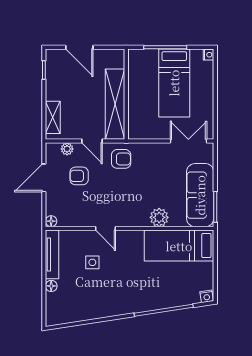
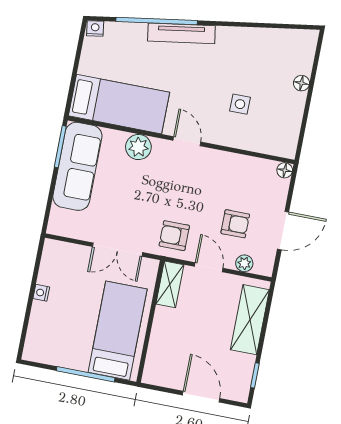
nightstand: (208, 55) -> (41, 293), moved
bed: (174, 83) -> (118, 331), moved
shelving: (115, 104) -> (170, 284), width x0.45, depth x0.75
shelving: (53, 117) -> (250, 320), width x1.50, depth x1.33
double door: (188, 141) -> (118, 250), moved
door: (106, 228) -> (187, 141), moved
tv unit: (52, 254) -> (181, 33), moved, turned -99

